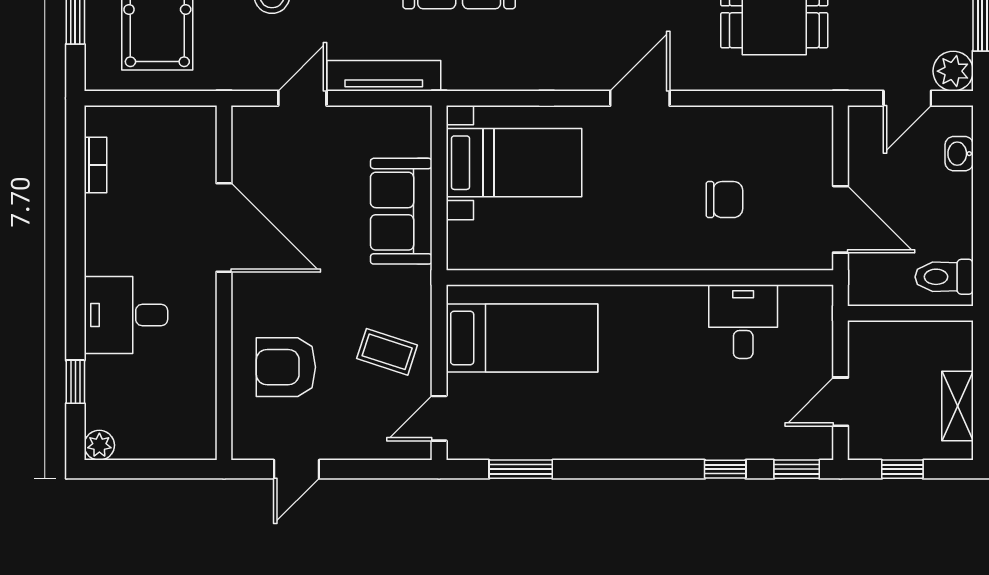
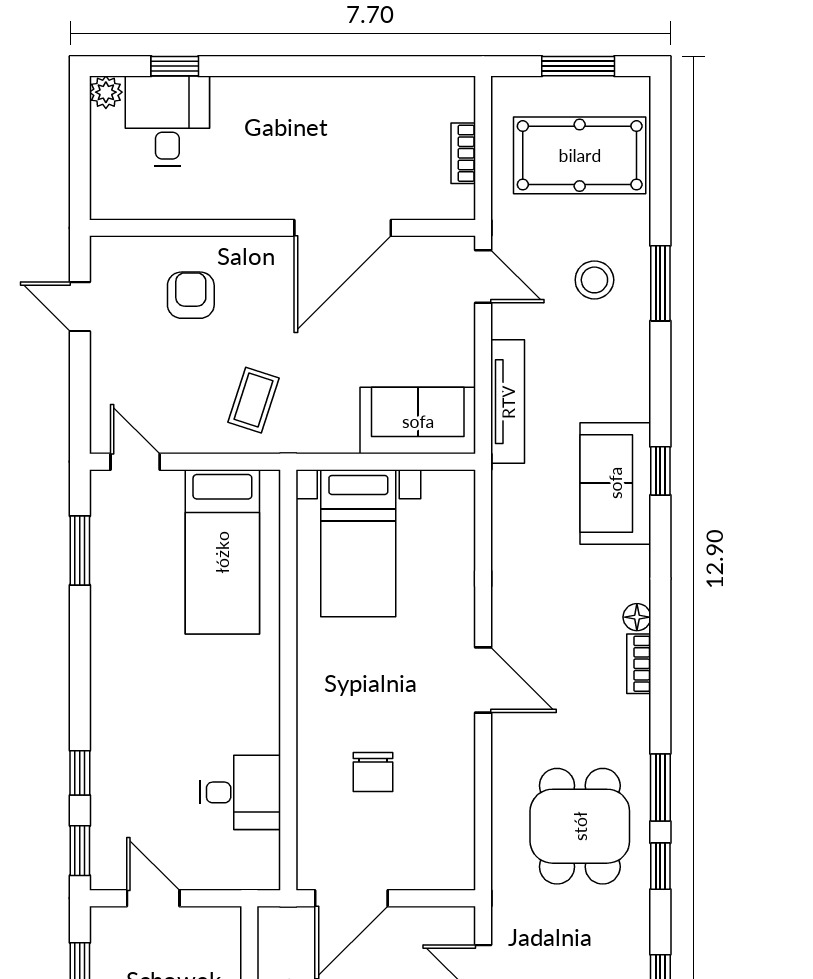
door: (302, 98) -> (483, 276), moved
bed with nightstands: (514, 163) -> (358, 543), moved
bookcase: (95, 165) -> (463, 153), moved, turned 90
sofa: (401, 211) -> (418, 421), moved
desk: (126, 315) -> (167, 121), moved
coffee table: (387, 352) -> (254, 400), moved
armchair: (286, 367) -> (191, 295), width x0.72, depth x0.72

